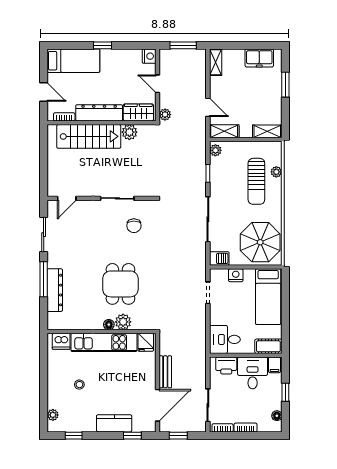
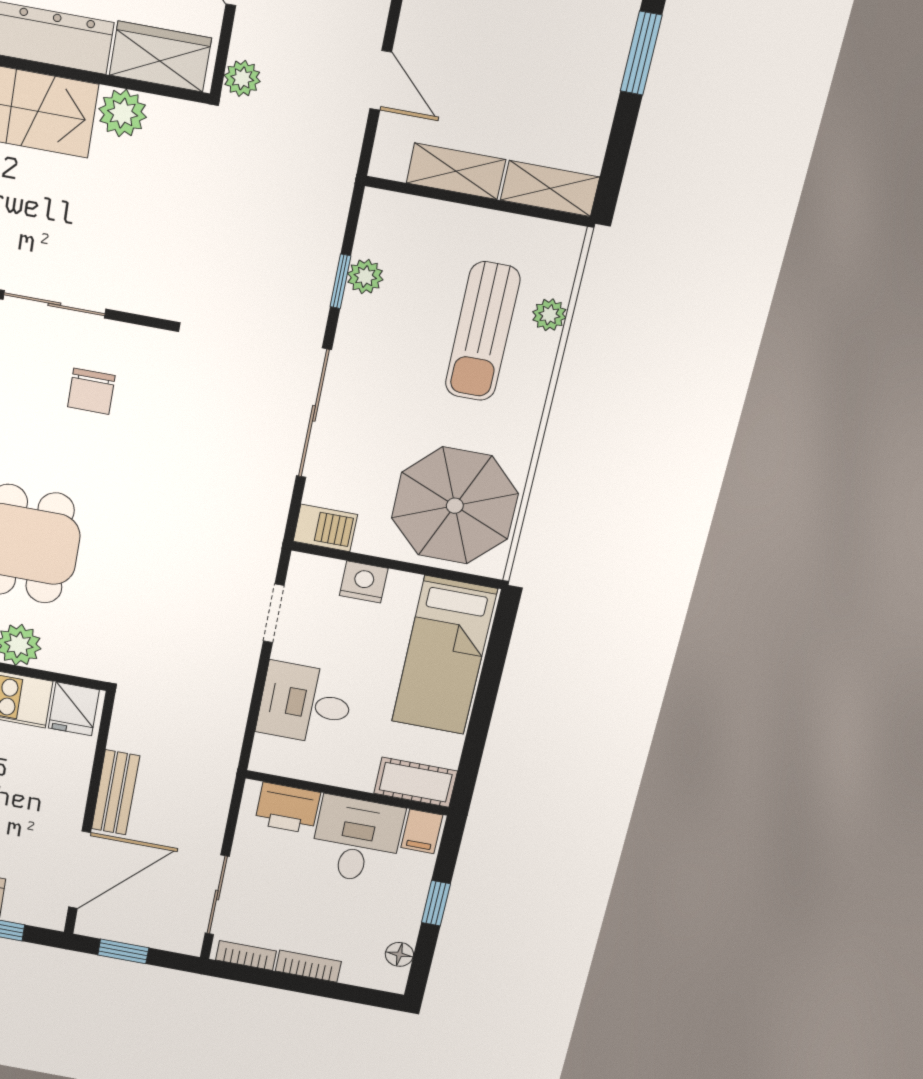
shelving: (224, 131) -> (456, 171), moved
plant: (215, 150) -> (365, 277), moved
desk: (225, 339) -> (305, 704), moved

